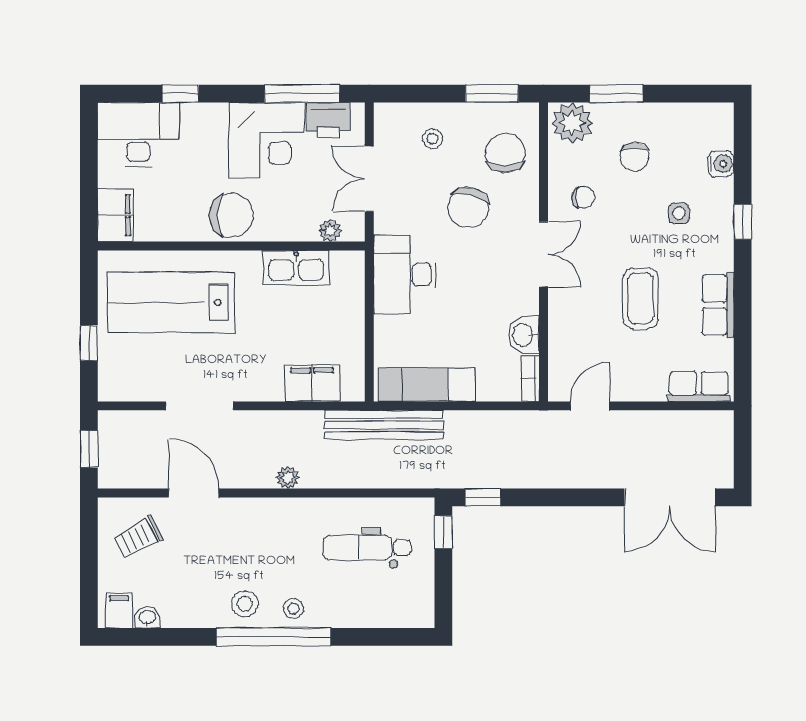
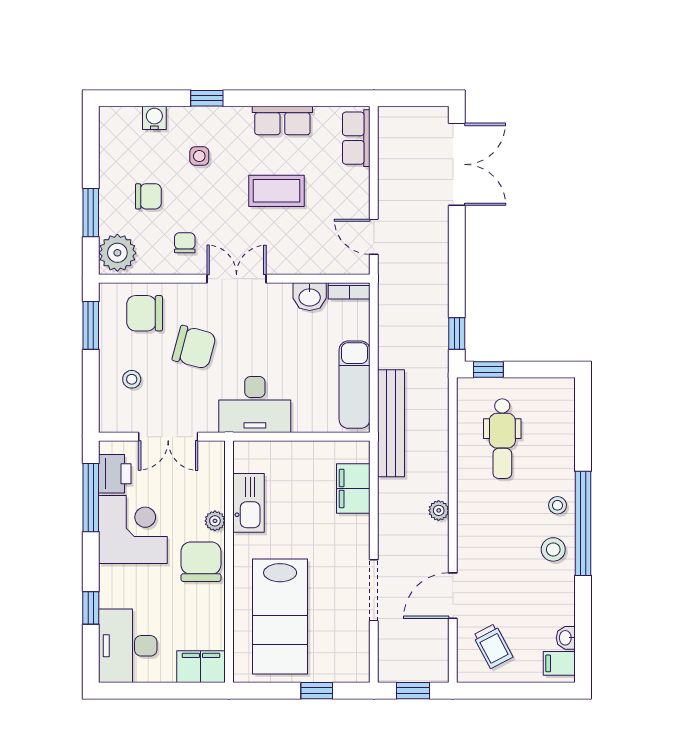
plant: (330, 231) -> (215, 521), moved

